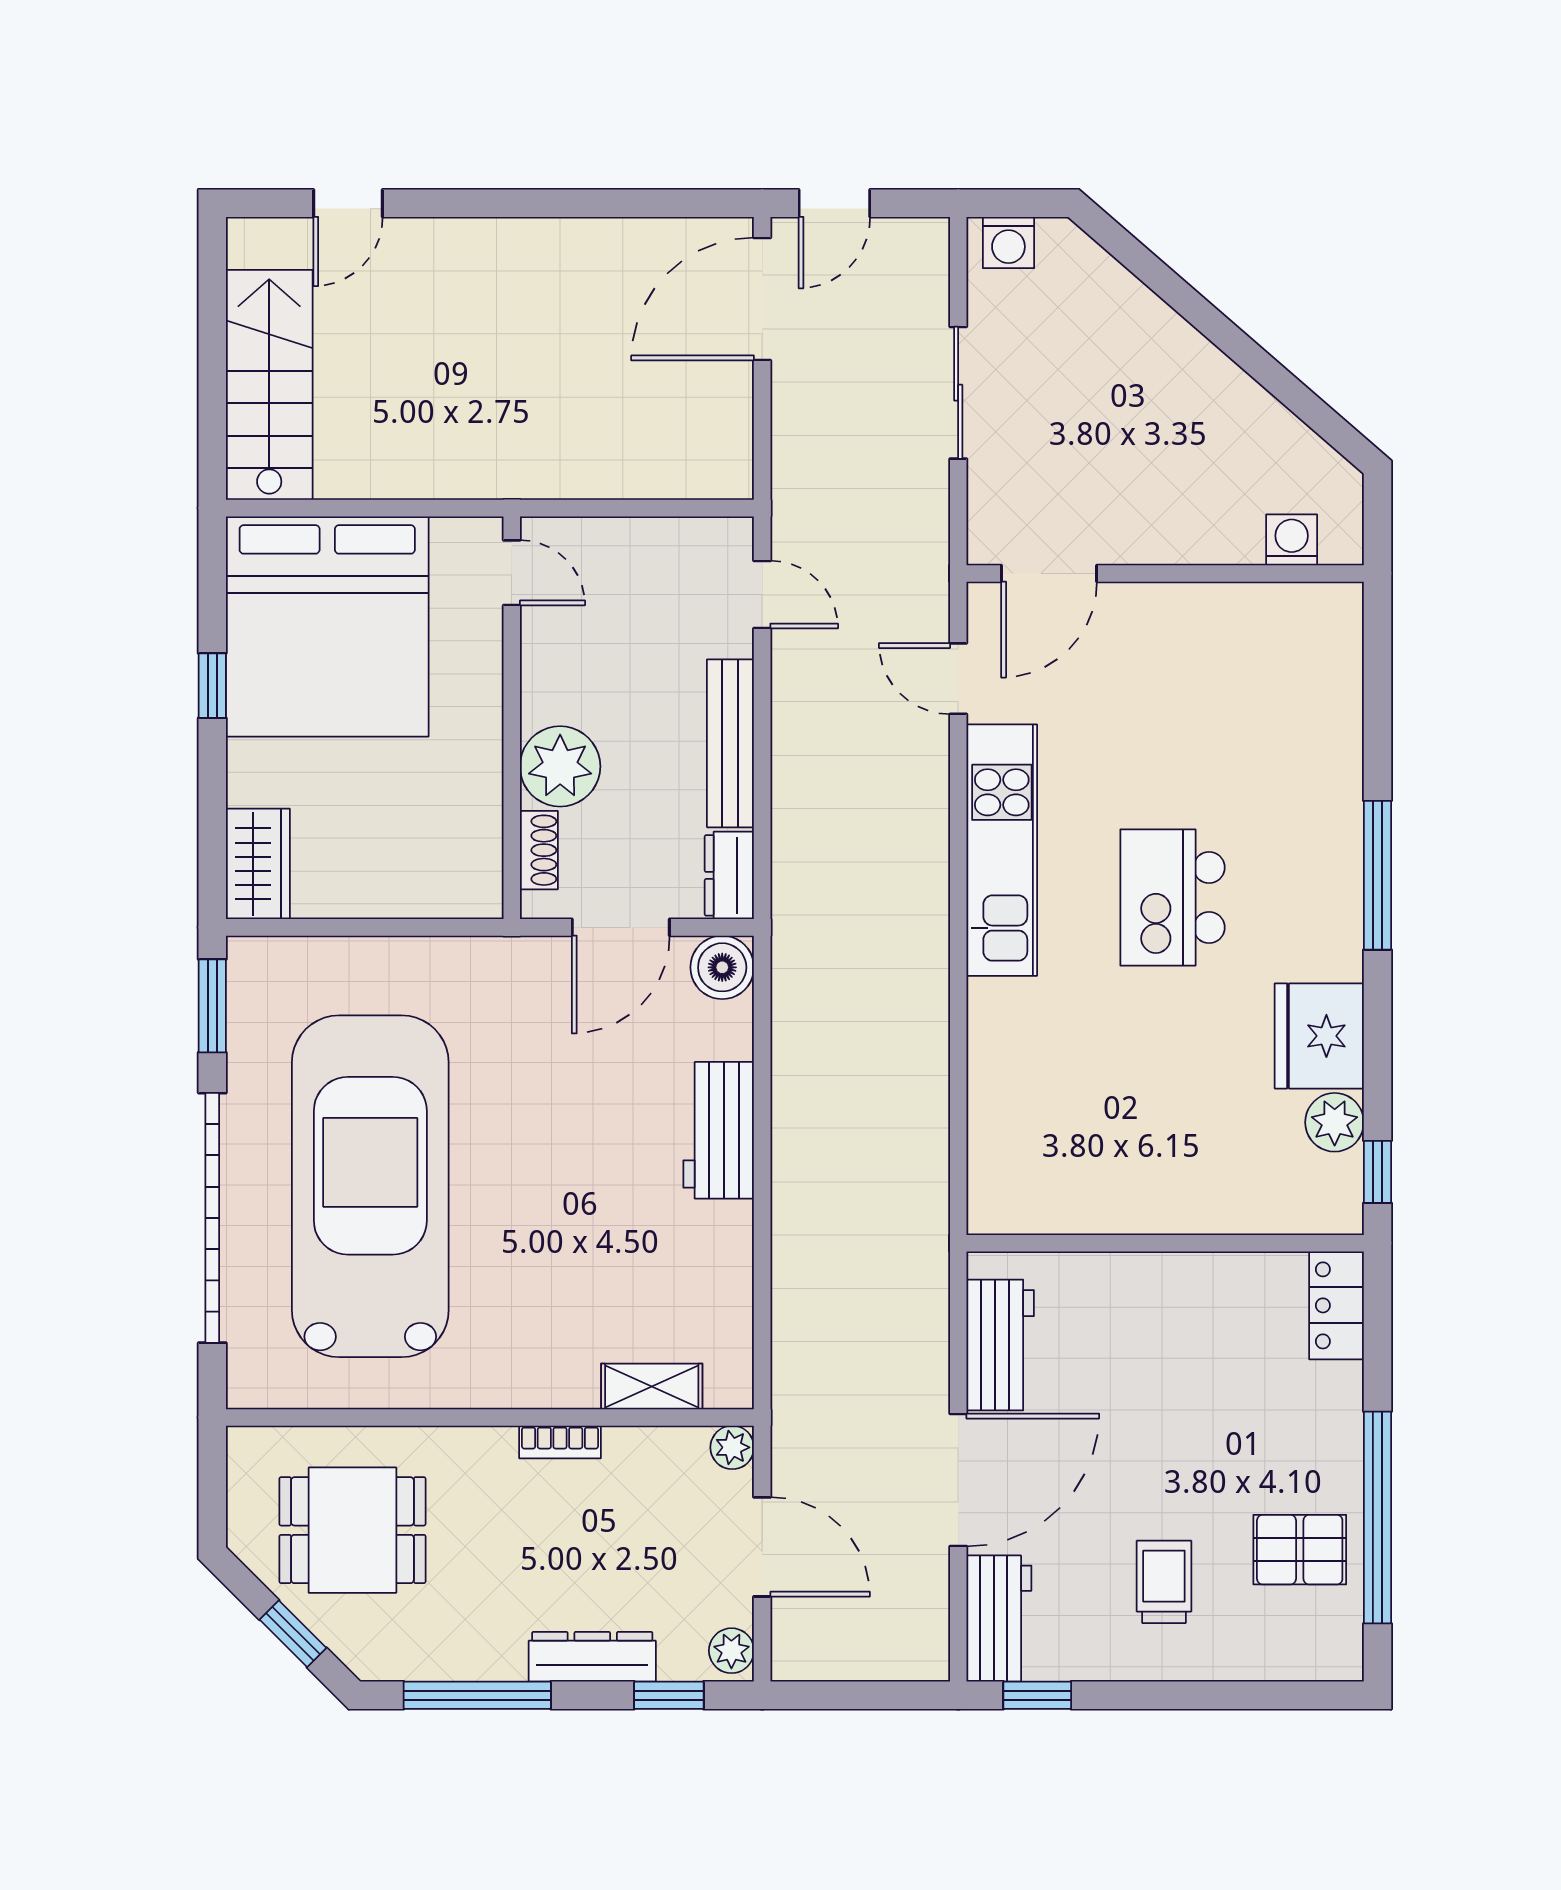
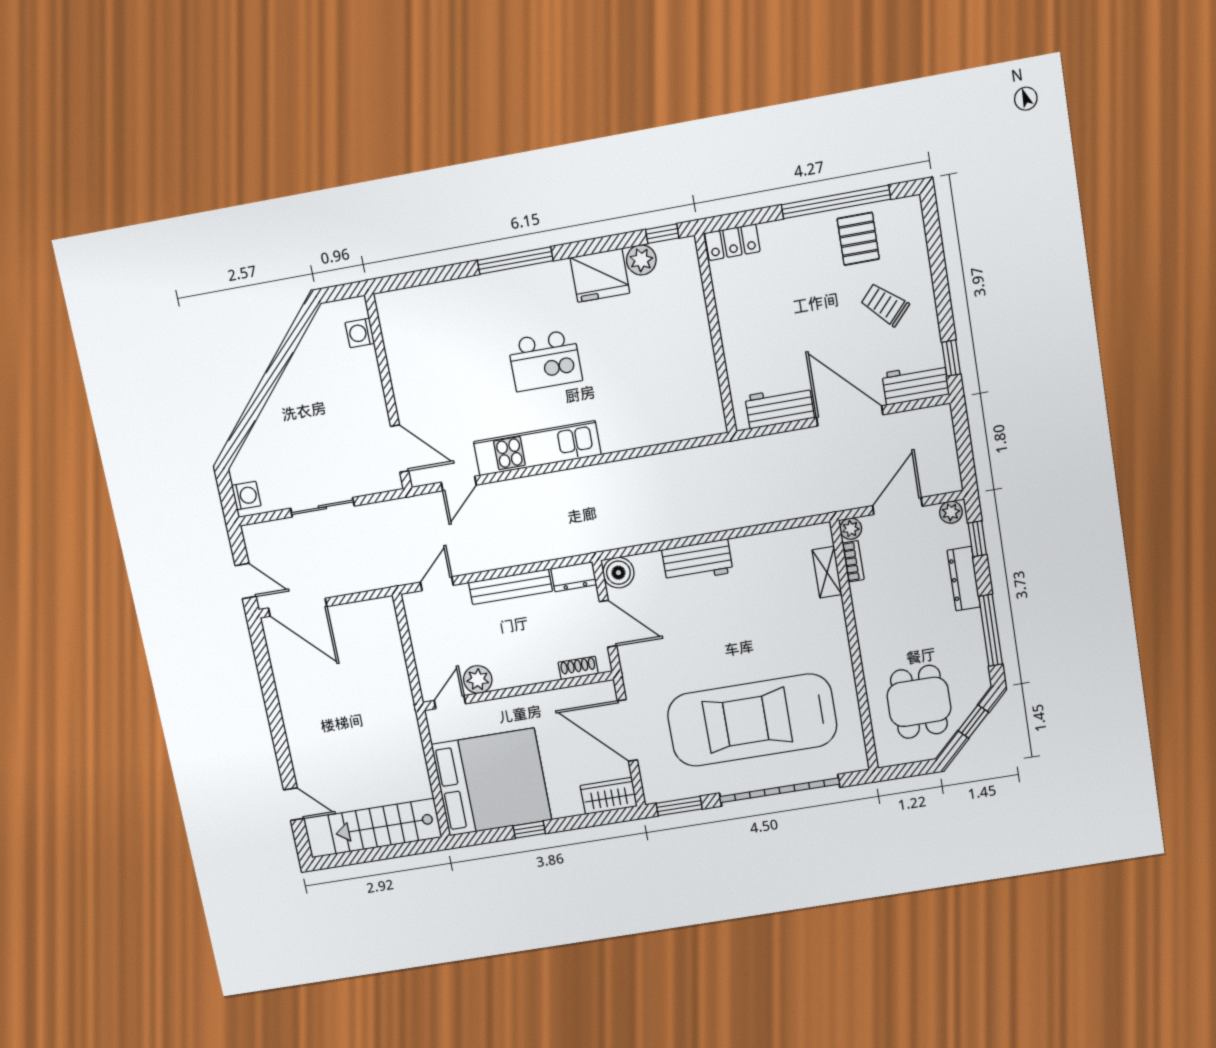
plant: (560, 766) -> (478, 680), moved, width x0.73, depth x0.73
door: (391, 927) -> (627, 731), added
bookcase: (560, 1442) -> (853, 561), moved
trolley: (1164, 1582) -> (885, 305), turned 42

